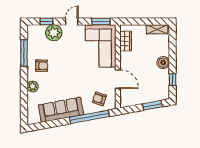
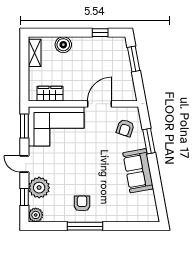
window: (24, 53) -> (85, 226), moved
boiler: (163, 63) -> (63, 45), moved
plant: (33, 86) -> (36, 215), moved
sofa: (61, 110) -> (138, 171), width x0.73
window: (89, 117) -> (149, 141), width x0.47

